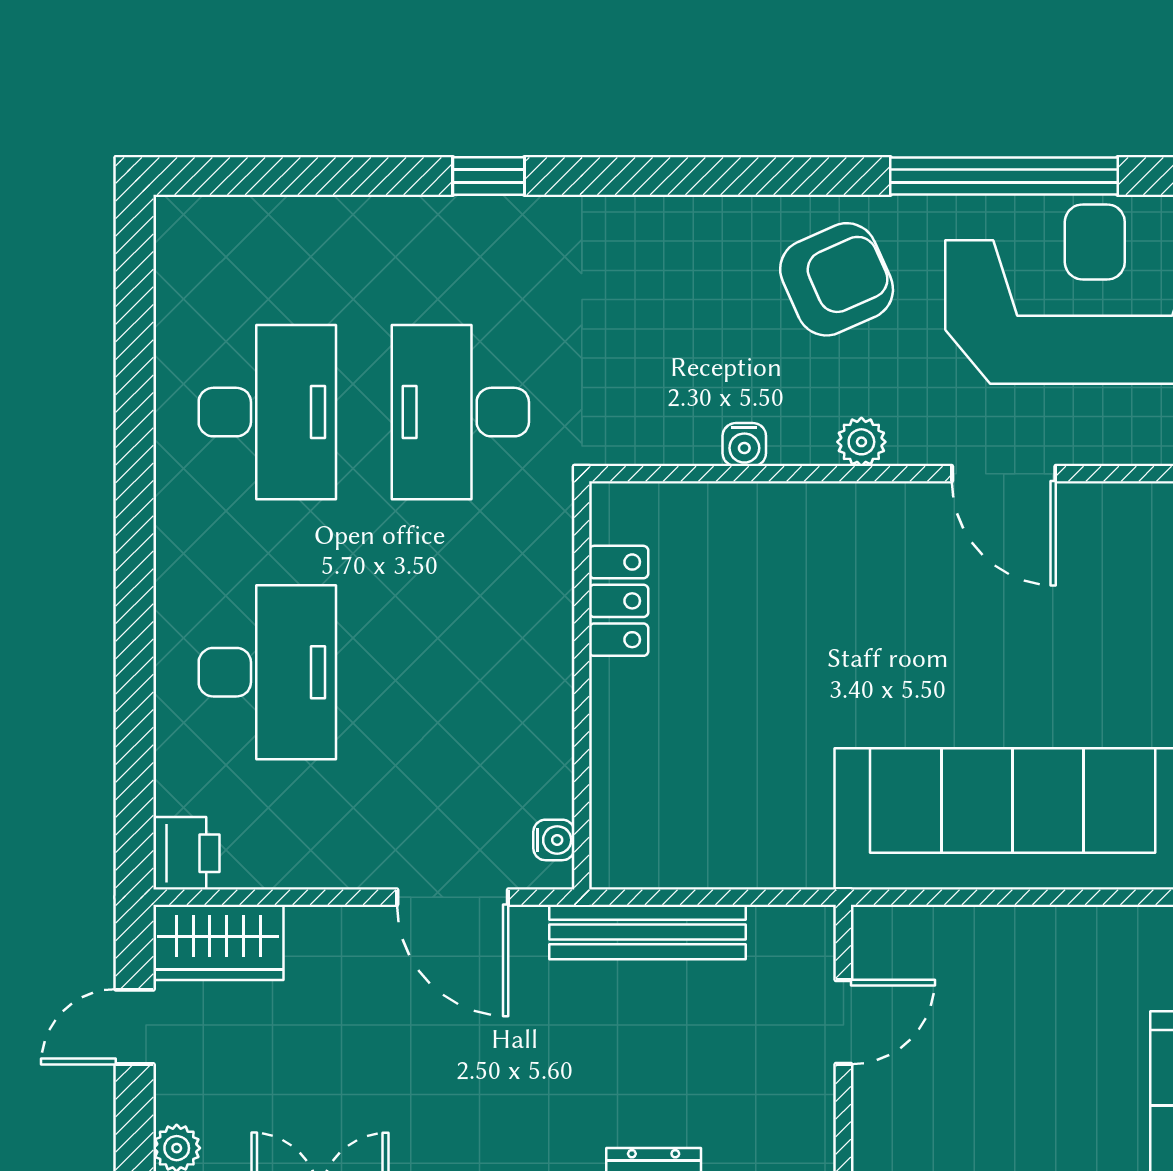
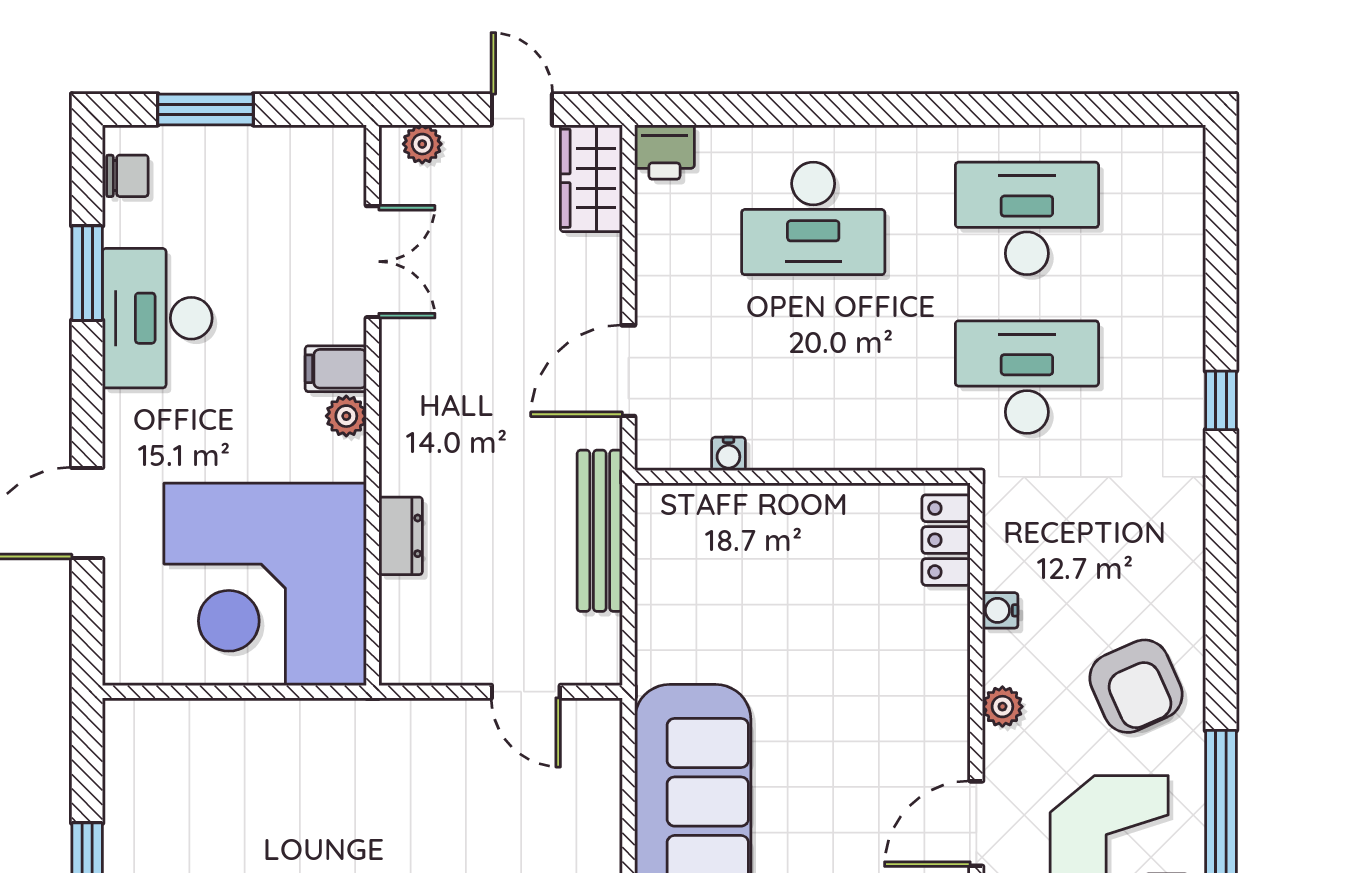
desk: (267, 412) -> (1027, 218), turned 180
locker: (619, 601) -> (946, 540), moved, turned 90
water cooler: (554, 840) -> (728, 454), moved

